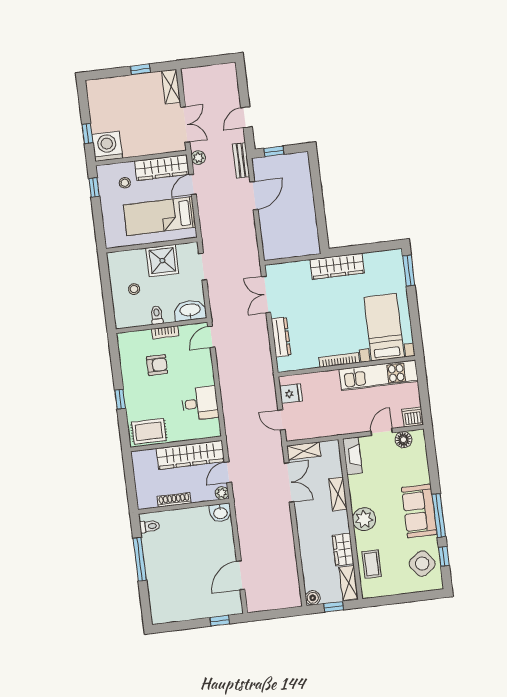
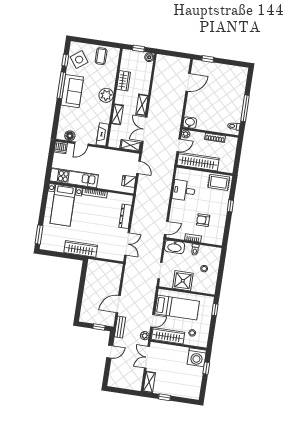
window: (94, 187) -> (215, 310), moved
coffee table: (372, 564) -> (101, 56), moved
shelving: (349, 583) -> (142, 105), moved

